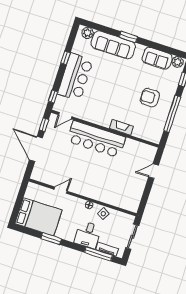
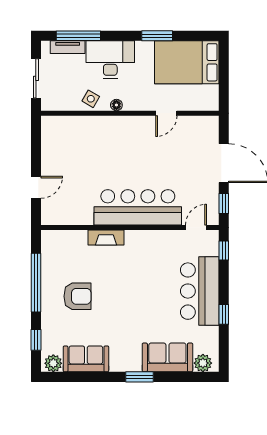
sofa: (113, 45) -> (167, 357), width x0.73
desk: (88, 235) -> (110, 60), width x1.37

